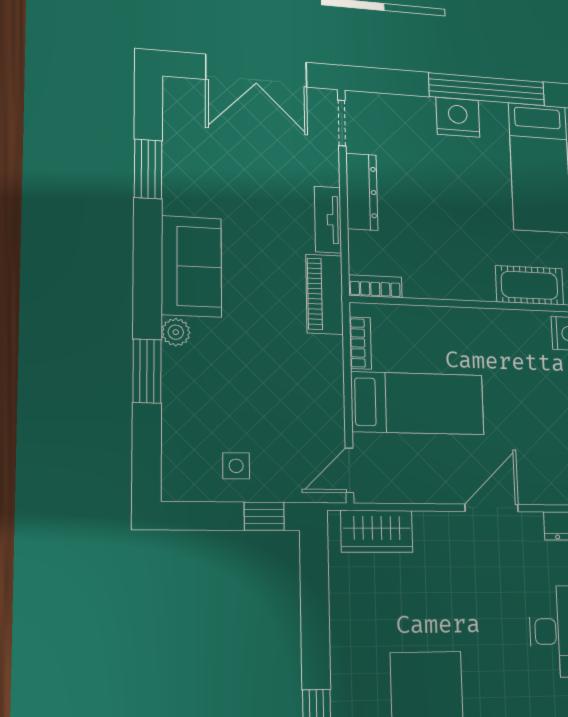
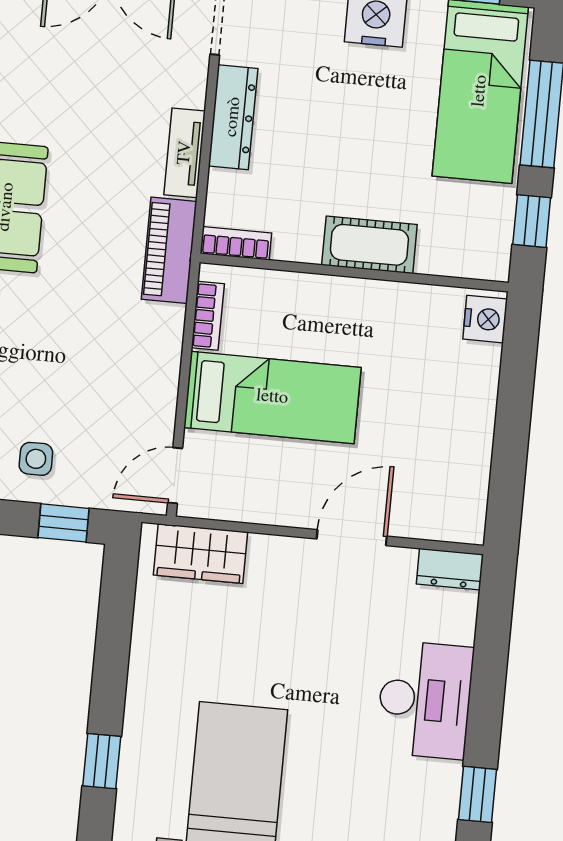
cot: (530, 285) -> (369, 245), moved

